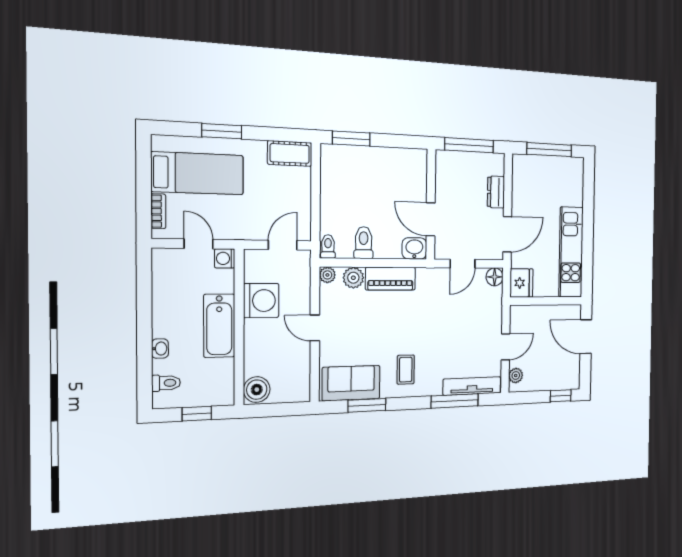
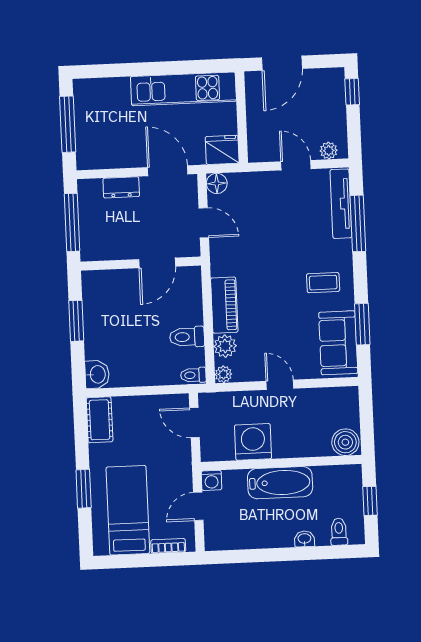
window: (351, 138) -> (76, 321), moved
washbasin: (414, 248) -> (97, 374), moved, turned 180
door: (315, 328) -> (280, 385), swing flipped

